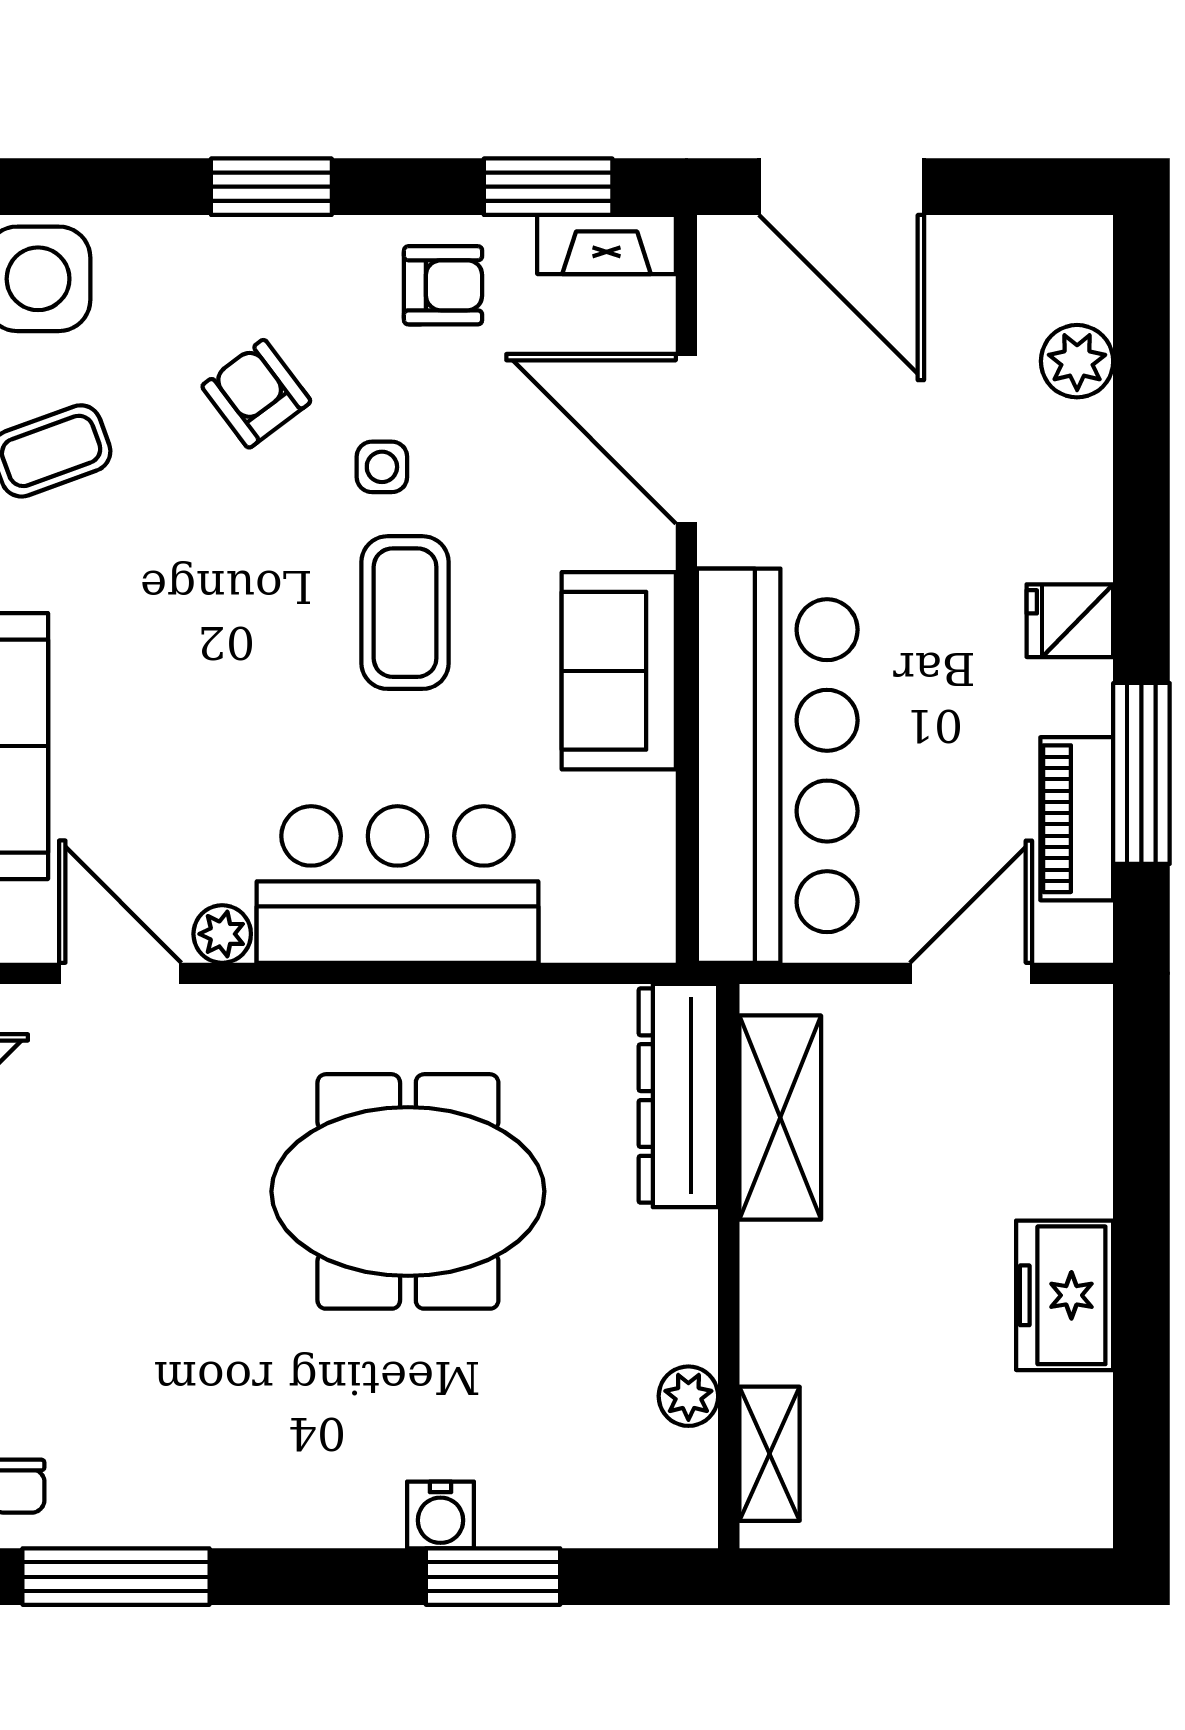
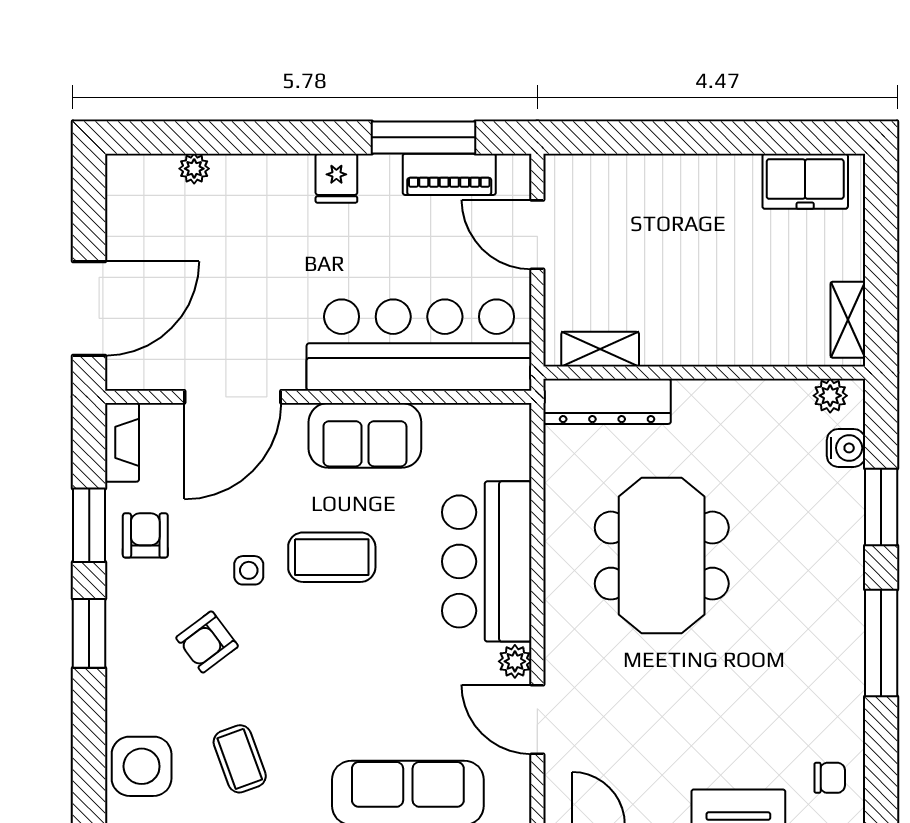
window: (548, 187) -> (89, 525), moved
plant: (1077, 361) -> (194, 169), width x0.73, depth x0.73
door: (120, 973) -> (537, 719), hinge flipped
shelving: (780, 1118) -> (600, 349), width x0.67, depth x0.75
freezer: (1065, 1295) -> (805, 181), moved
plant: (688, 1396) -> (830, 396), moved
shelving: (769, 1454) -> (848, 320), moved, turned 90
water cooler: (441, 1515) -> (846, 448), moved
window: (116, 1577) -> (881, 643), moved

